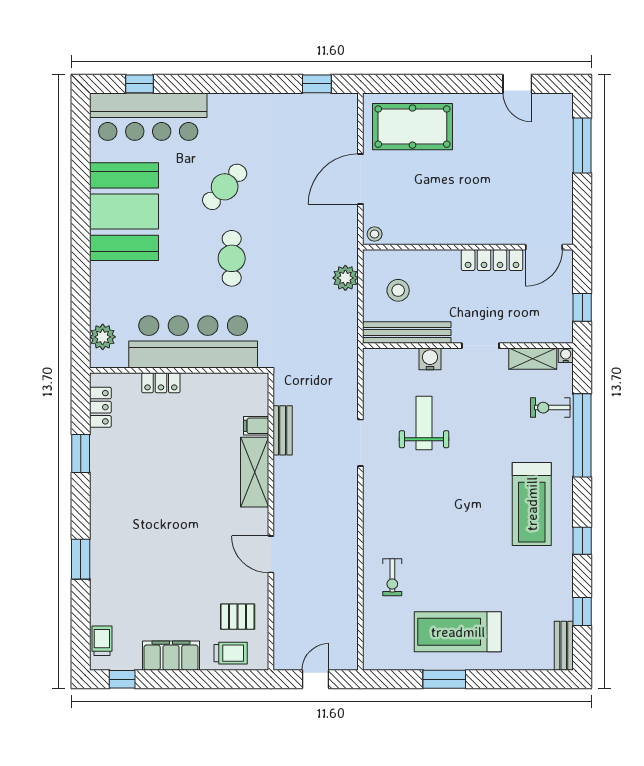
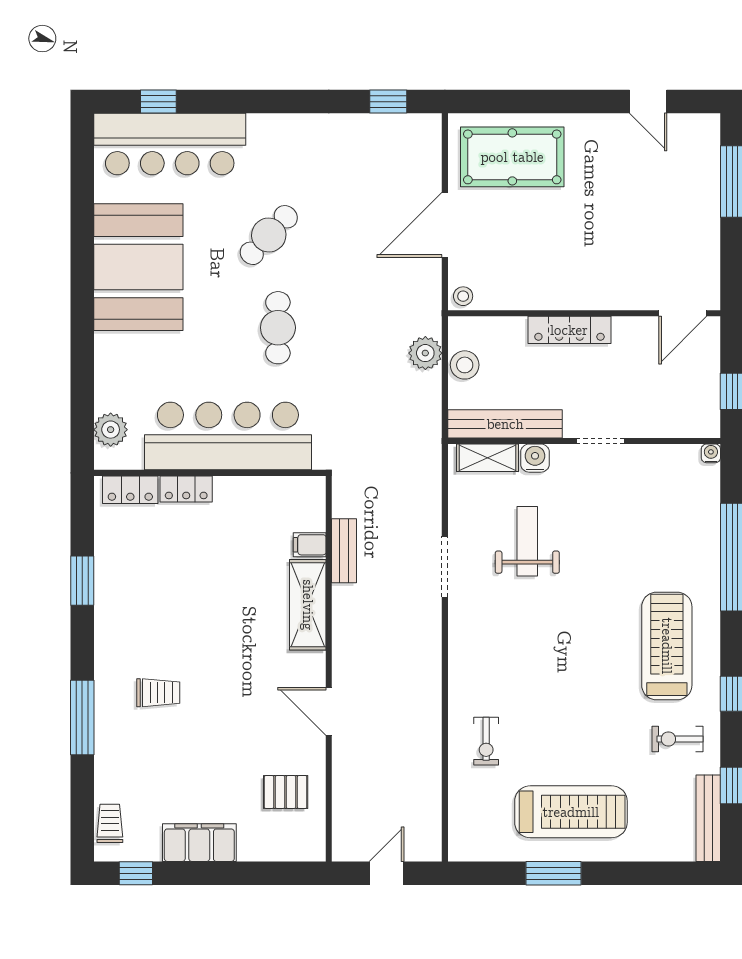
locker: (492, 260) -> (569, 330), moved
stool: (398, 290) -> (465, 365), moved
shelving: (533, 359) -> (488, 458), moved
locker: (100, 407) -> (130, 490), moved, turned 90
exercise bike: (550, 408) -> (677, 739), moved
treadmill: (532, 504) -> (667, 646), turned 180
window: (81, 559) -> (82, 718), width x1.44
treadmill: (458, 632) -> (571, 812), turned 180
bench: (564, 646) -> (708, 818), width x1.36
trolley: (231, 653) -> (158, 693), moved

